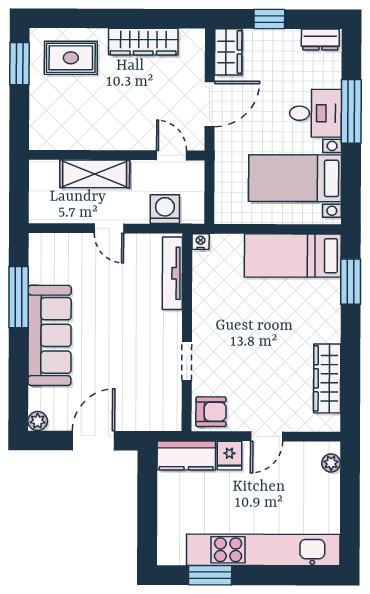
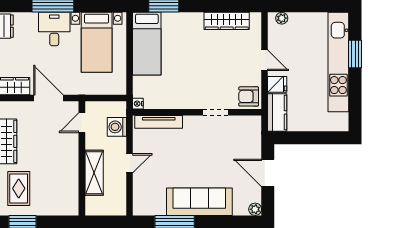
armchair: (211, 412) -> (249, 96), turned -90
window: (210, 575) -> (355, 54), moved

